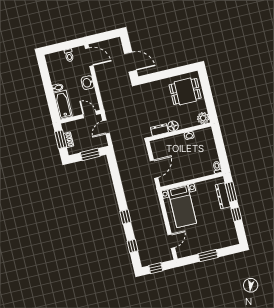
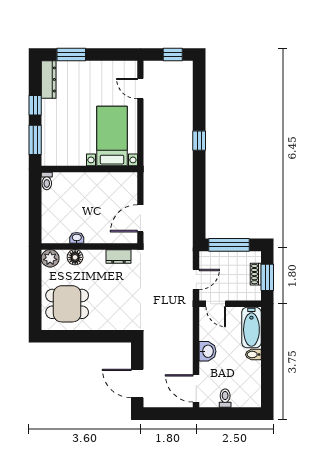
door: (130, 62) -> (137, 383), moved
floor lamp: (173, 126) -> (75, 257), moved
window: (90, 154) -> (229, 245), width x1.44
door: (154, 169) -> (140, 218), moved
dresser: (223, 196) -> (49, 79), moved
door: (171, 241) -> (140, 89), hinge flipped
window: (132, 246) -> (199, 95), removed
window: (208, 256) -> (71, 54), moved

